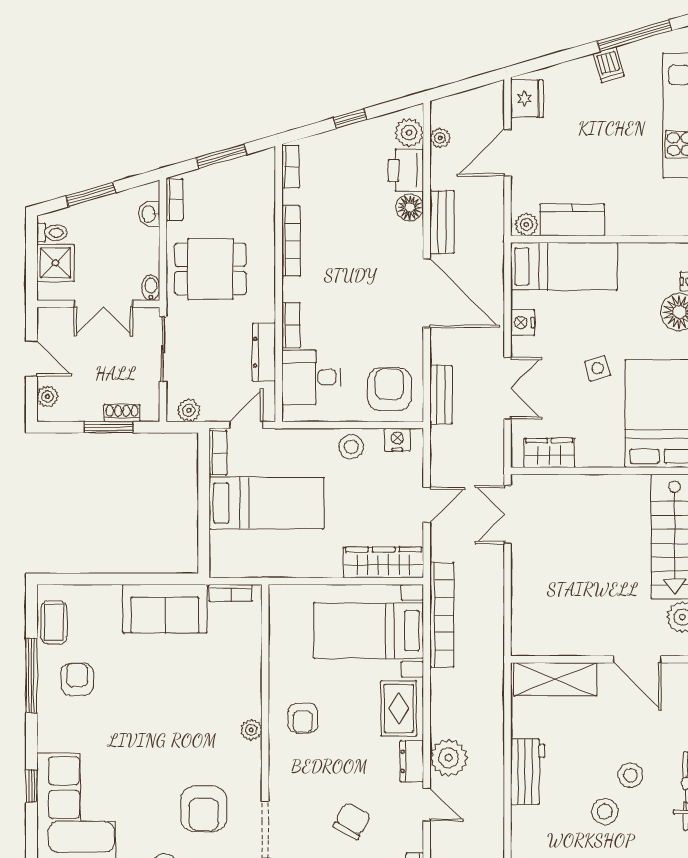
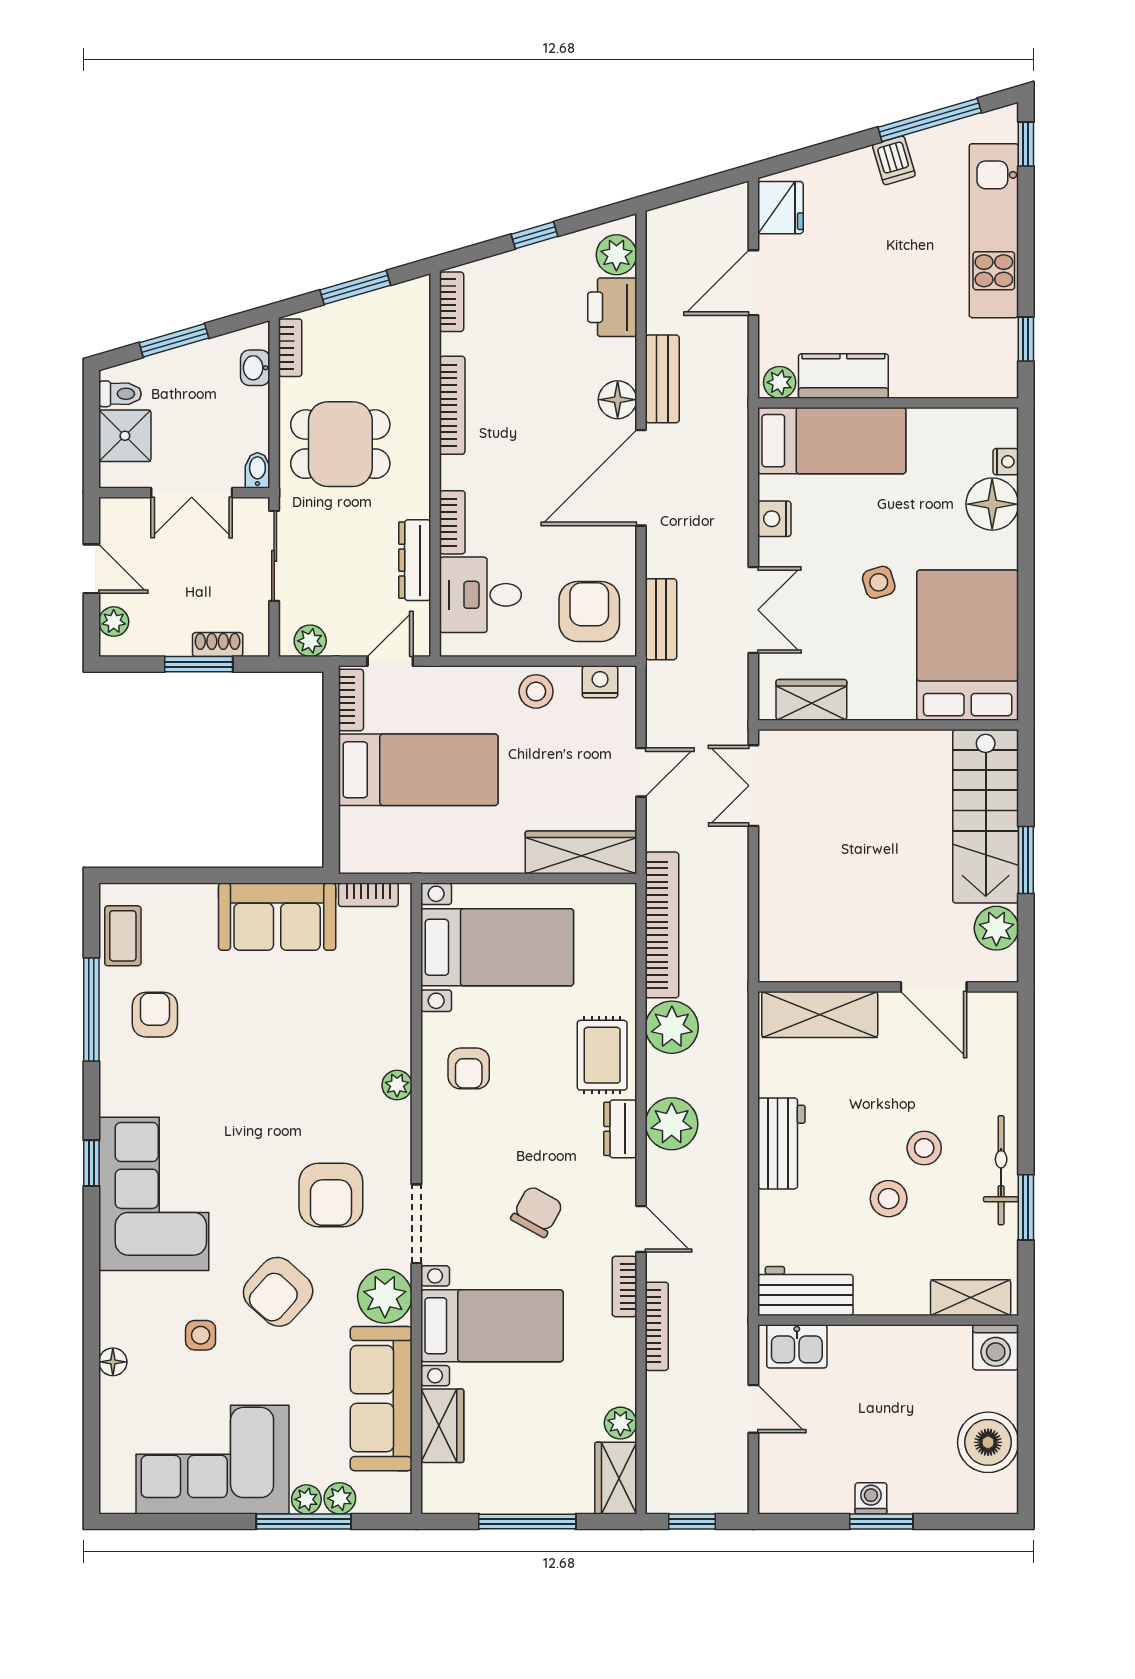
plant: (440, 138) -> (672, 1027), moved, width x1.88, depth x1.88
floor lamp: (410, 207) -> (618, 400), moved
door: (427, 293) -> (641, 478), swing flipped
bed with nightstands: (369, 631) -> (497, 947), moved, turned 180
door: (427, 805) -> (641, 1229), moved

